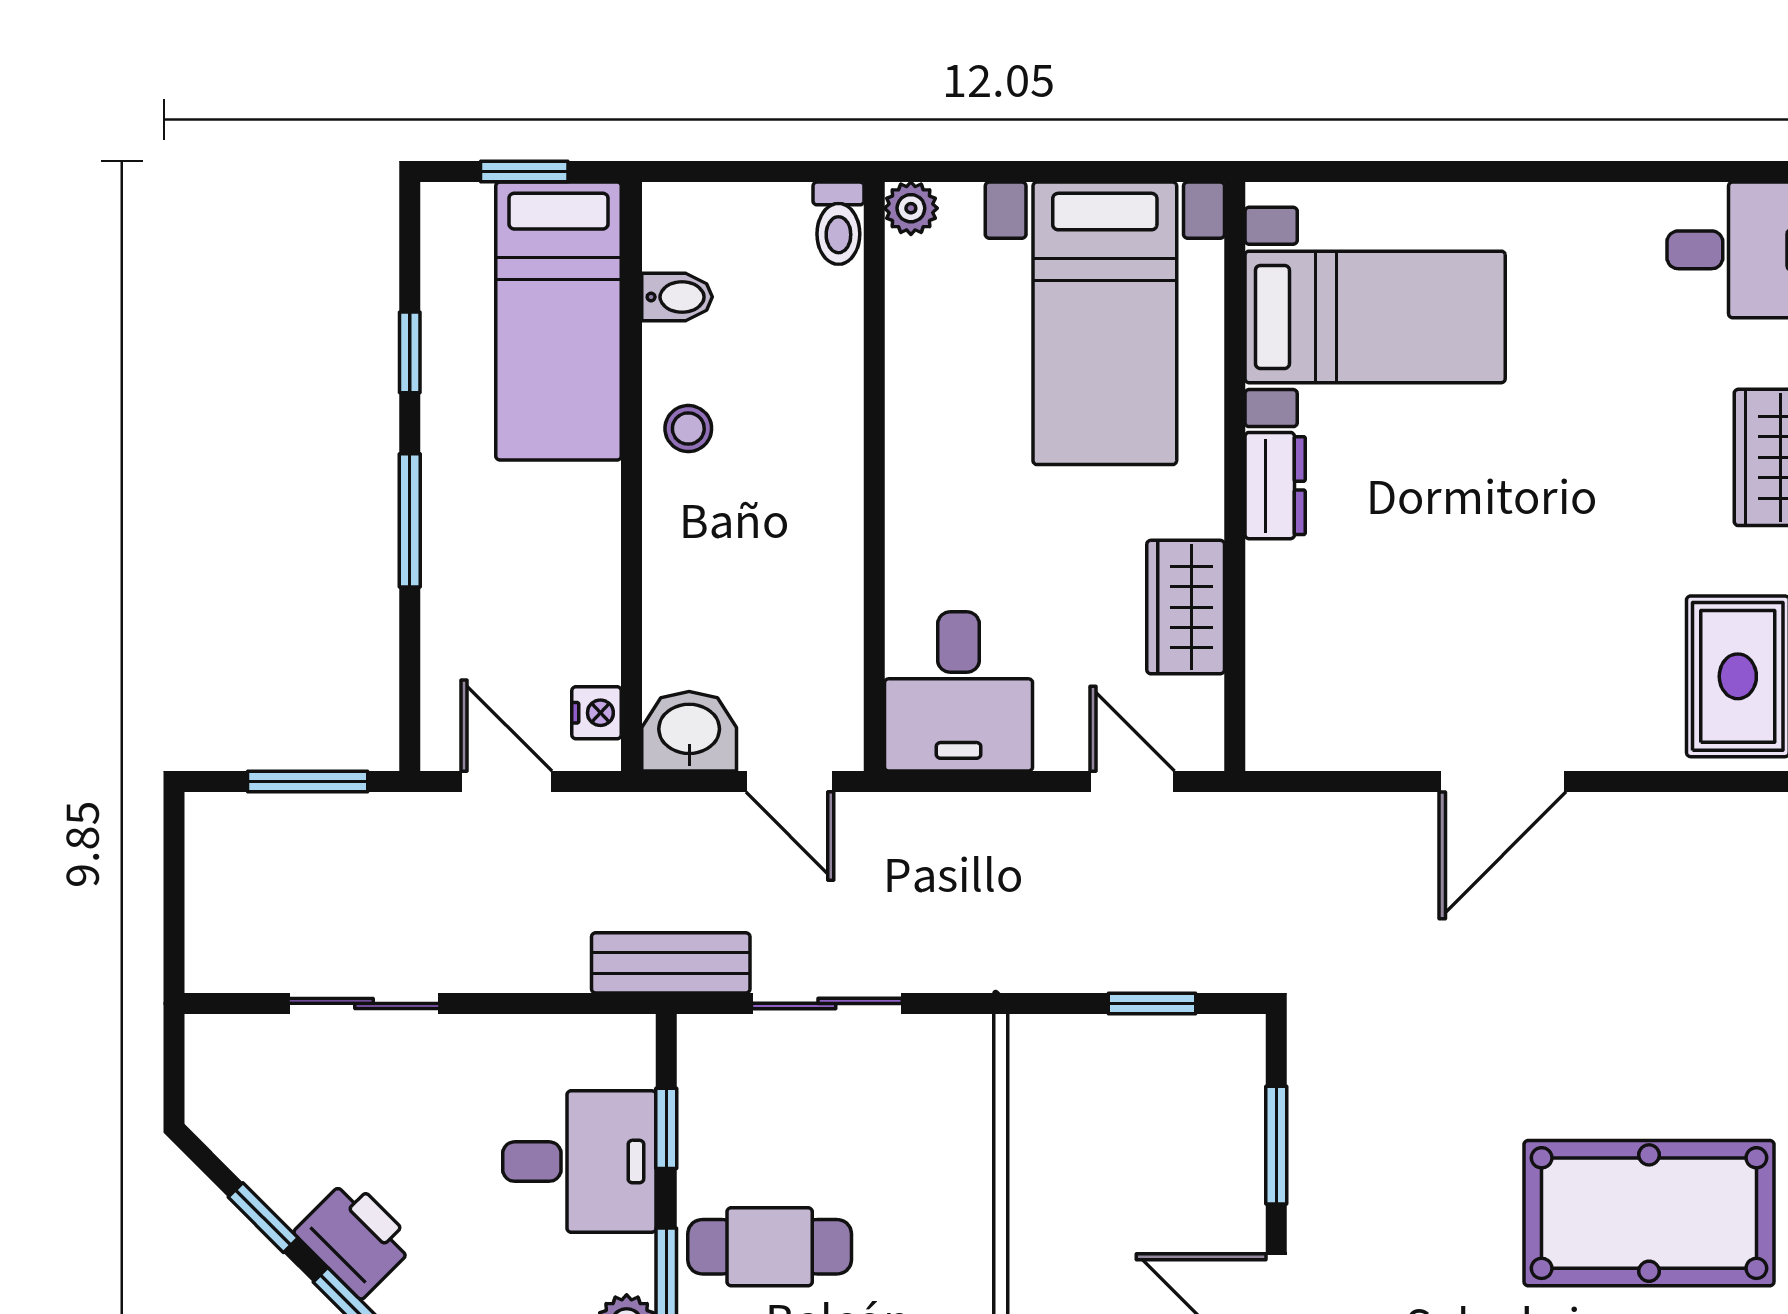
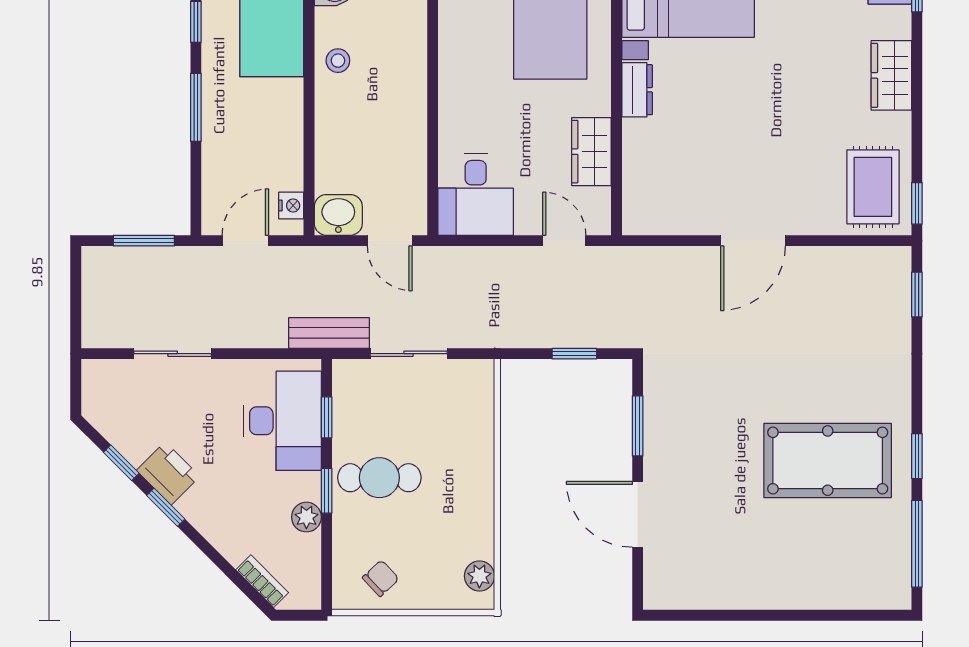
door: (507, 782) -> (245, 241), hinge flipped
desk: (579, 1162) -> (282, 421), width x1.37

